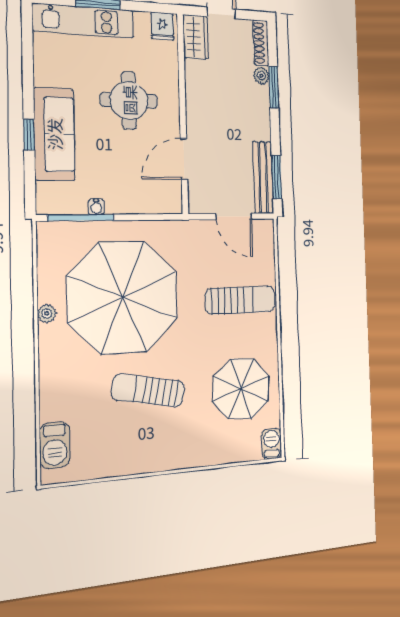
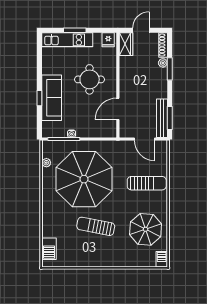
plant: (47, 314) -> (46, 163), moved

